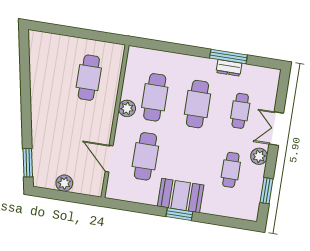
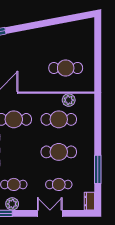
dresser: (229, 68) -> (89, 201), moved
plant: (127, 108) -> (69, 100), moved
plant: (259, 156) -> (12, 204), moved

